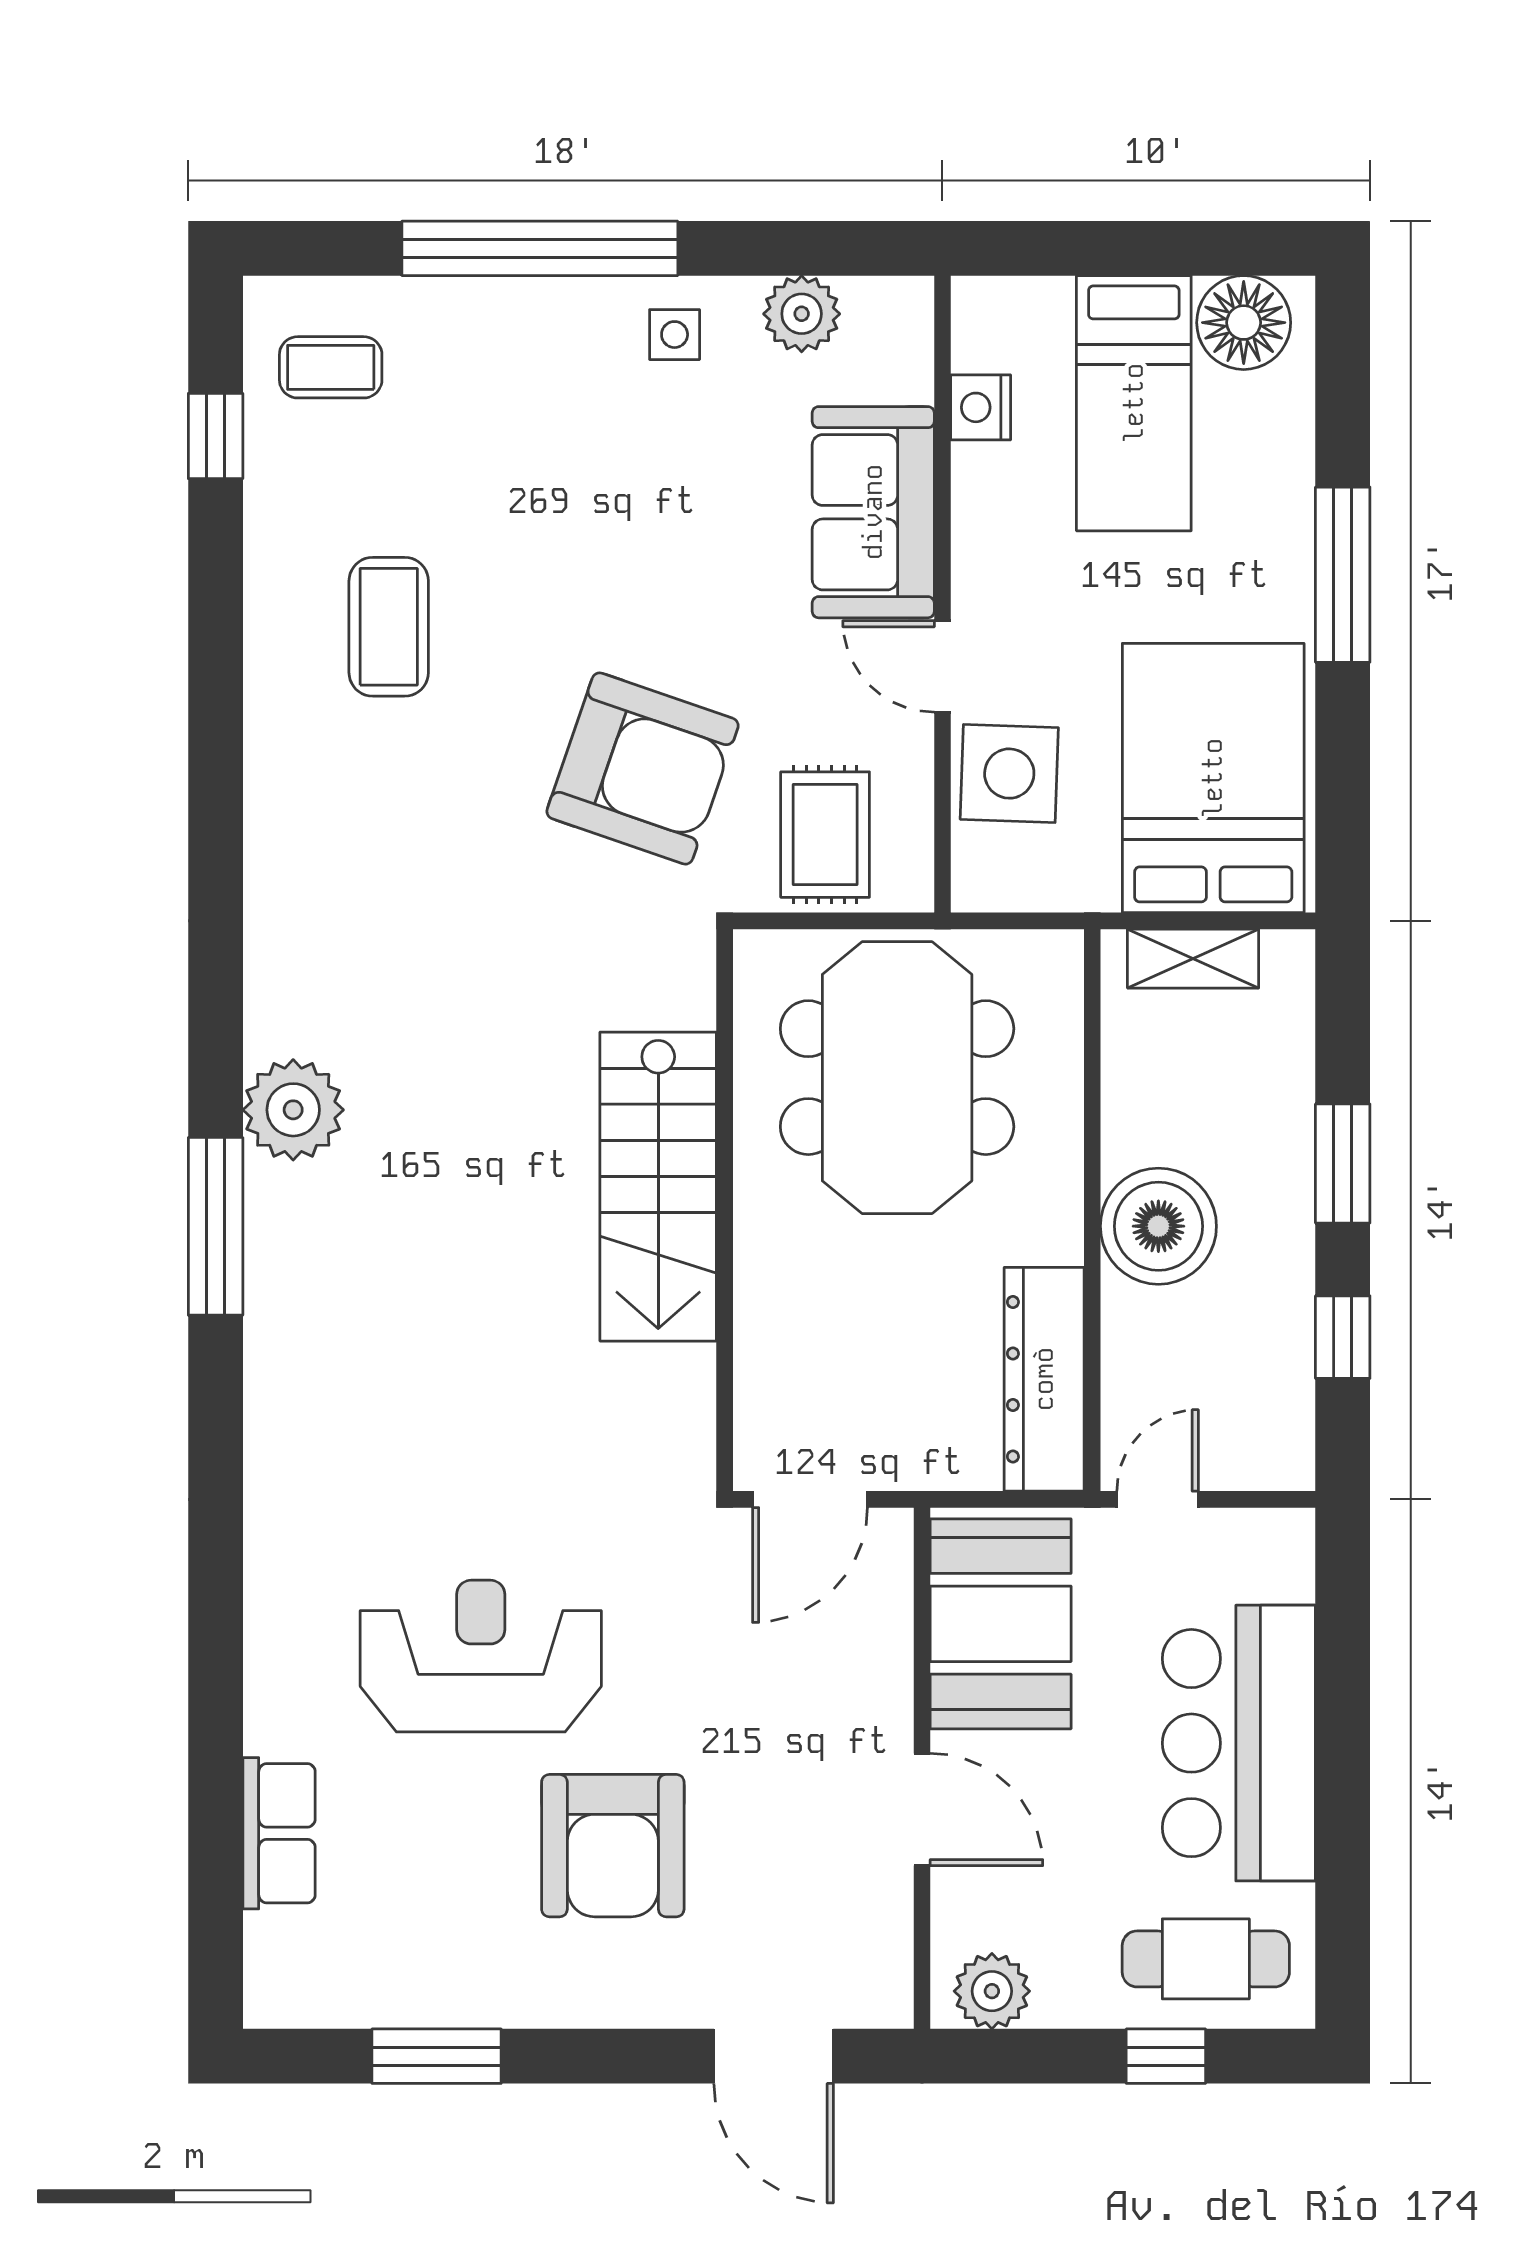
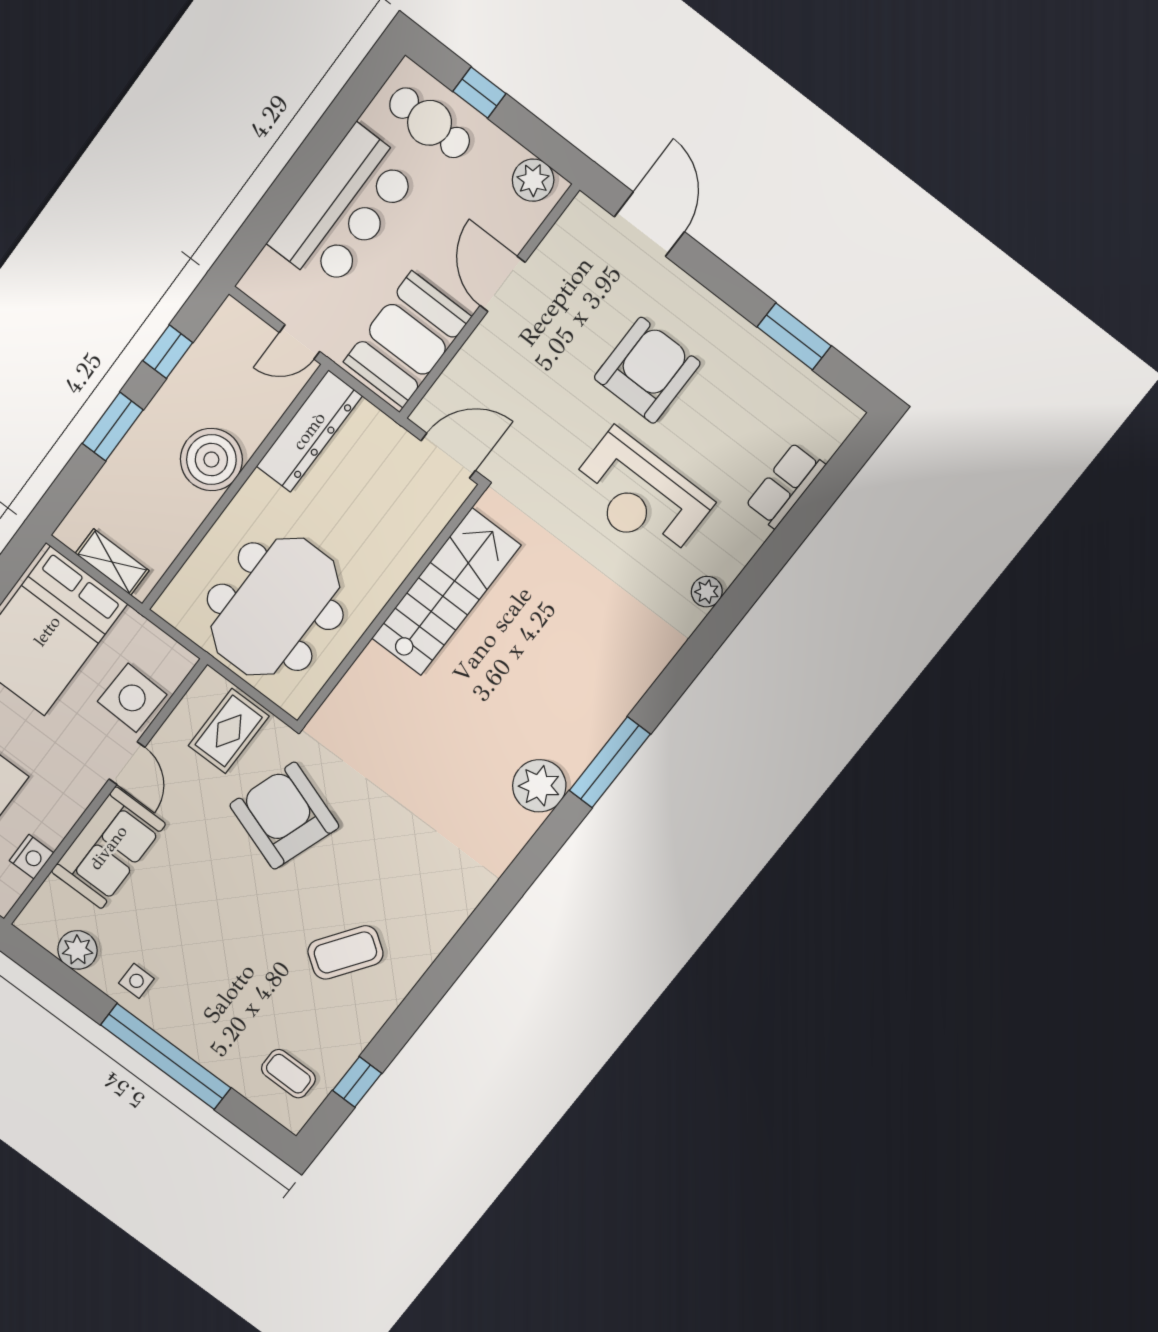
coffee table: (389, 627) -> (345, 952), turned 35
stairs: (658, 1187) -> (446, 592), moved
plant: (271, 1591) -> (707, 592), added

